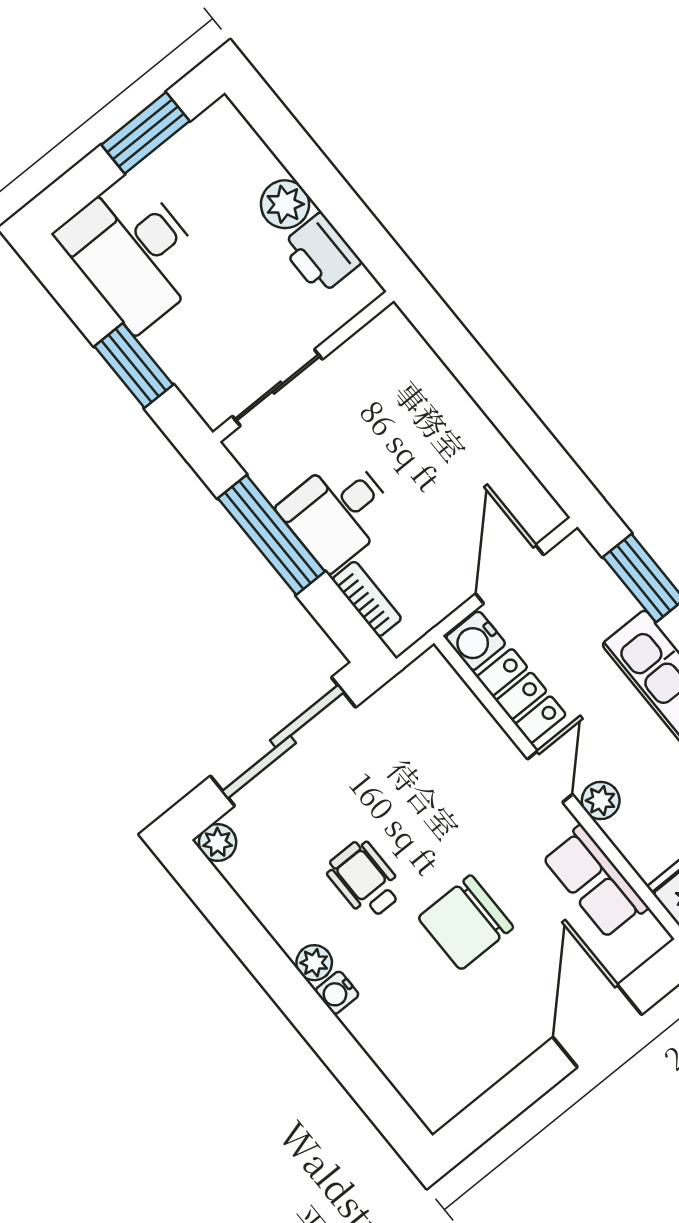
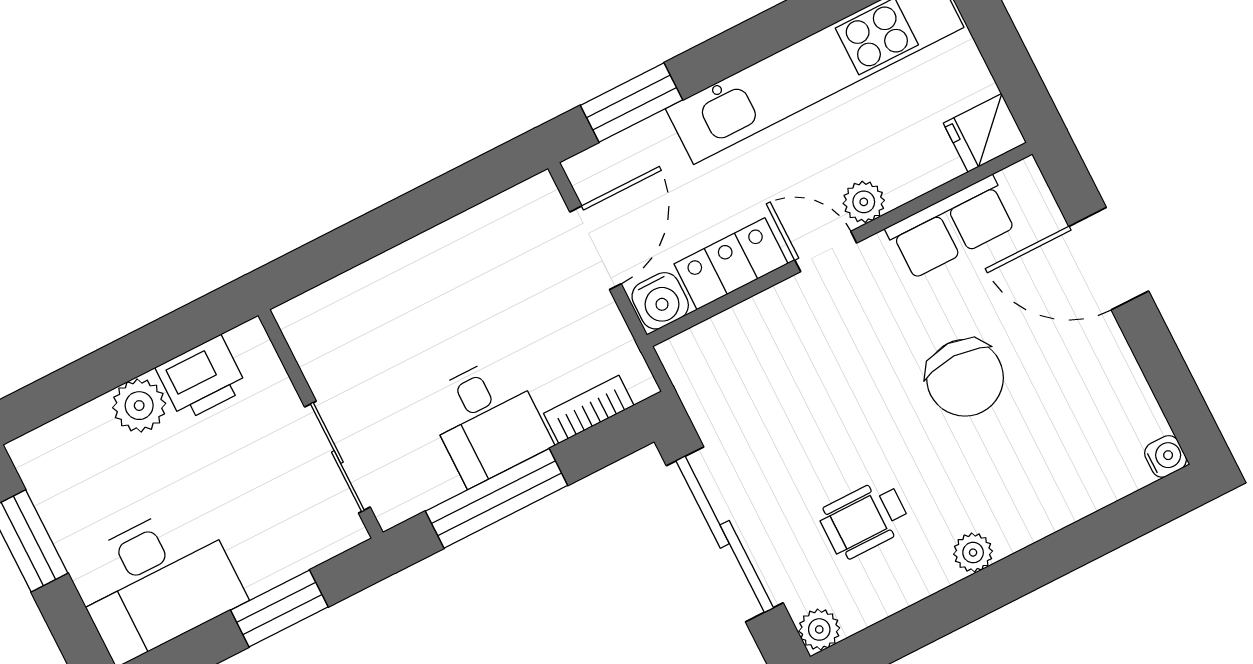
door: (510, 574) -> (596, 248), swing flipped
wheelchair: (365, 880) -> (864, 519), moved
water cooler: (337, 993) -> (1165, 456), moved, turned -90

